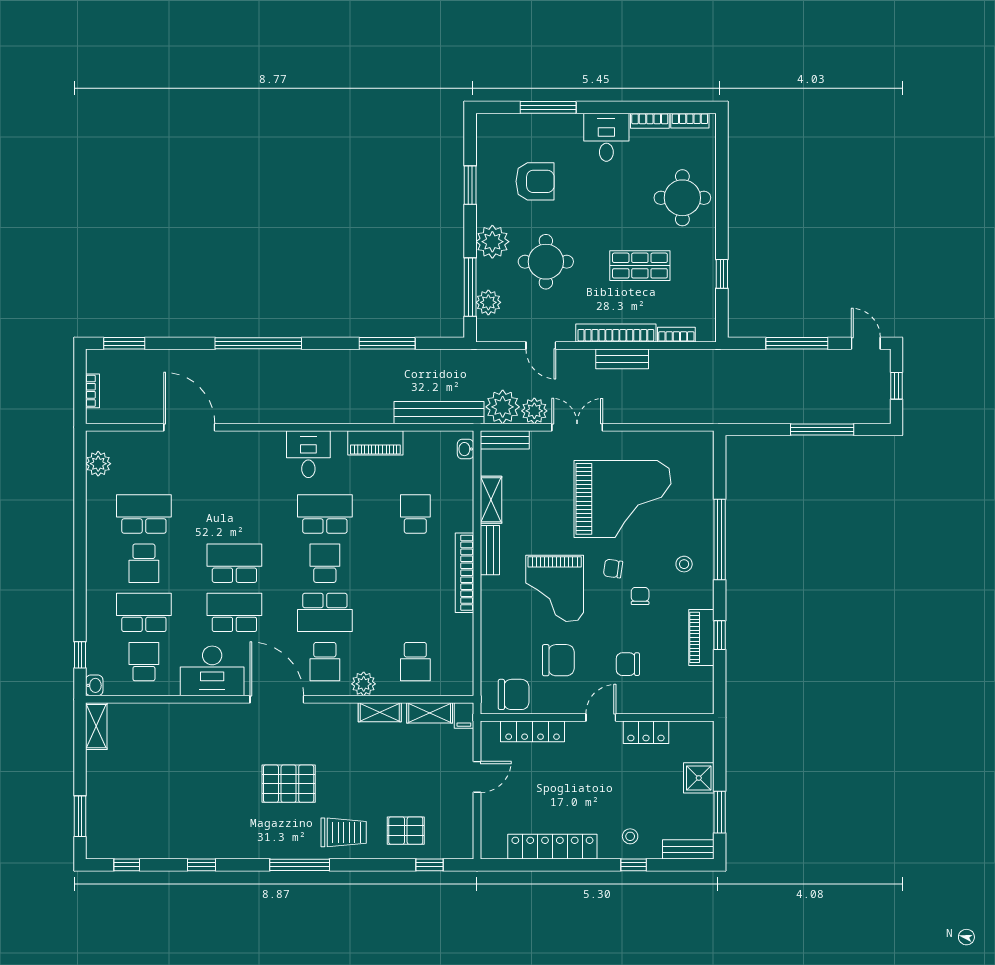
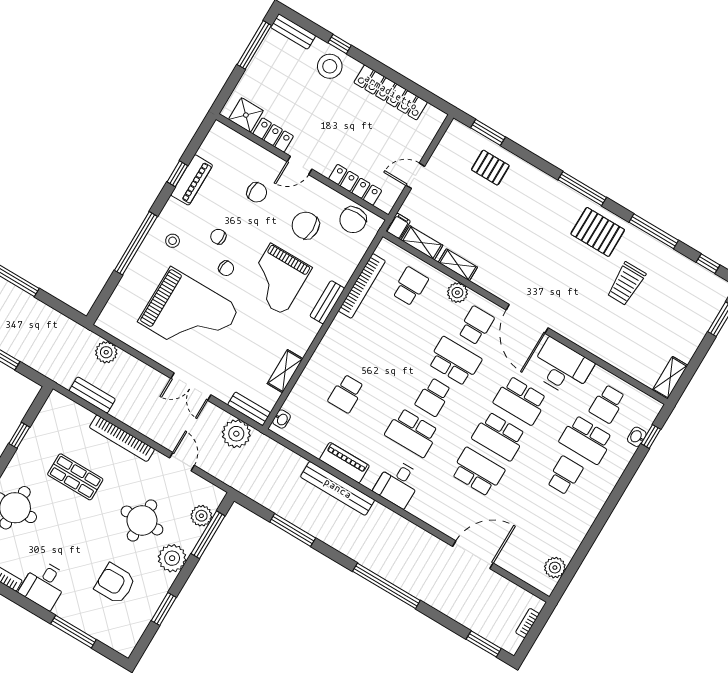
bookcase: (676, 335) -> (79, 411), removed
bench: (622, 359) -> (92, 395), moved
plant: (534, 411) -> (106, 352), moved
bench: (439, 413) -> (338, 488), moved
door: (189, 427) -> (473, 555), swing flipped
grand piano: (622, 499) -> (189, 315), turned 180
school desk: (144, 514) -> (478, 472), moved, turned 180
bench: (490, 550) -> (327, 302), moved
bookcase: (465, 573) -> (362, 286), moved
grand piano: (555, 588) -> (277, 279), turned 180
chair: (640, 596) -> (218, 237), turned 90
washbasin: (94, 685) -> (637, 437), moved
chair: (514, 694) -> (353, 220), turned -90
shower: (699, 778) -> (246, 115), moved
pallet: (289, 784) -> (598, 232), moved
window: (720, 812) -> (254, 45), width x1.44
trolley: (344, 832) -> (626, 284), moved, turned -90
stool: (630, 836) -> (330, 66), width x1.89, depth x1.89
window: (201, 865) -> (654, 231), width x2.17
window: (429, 865) -> (488, 132), width x1.50

